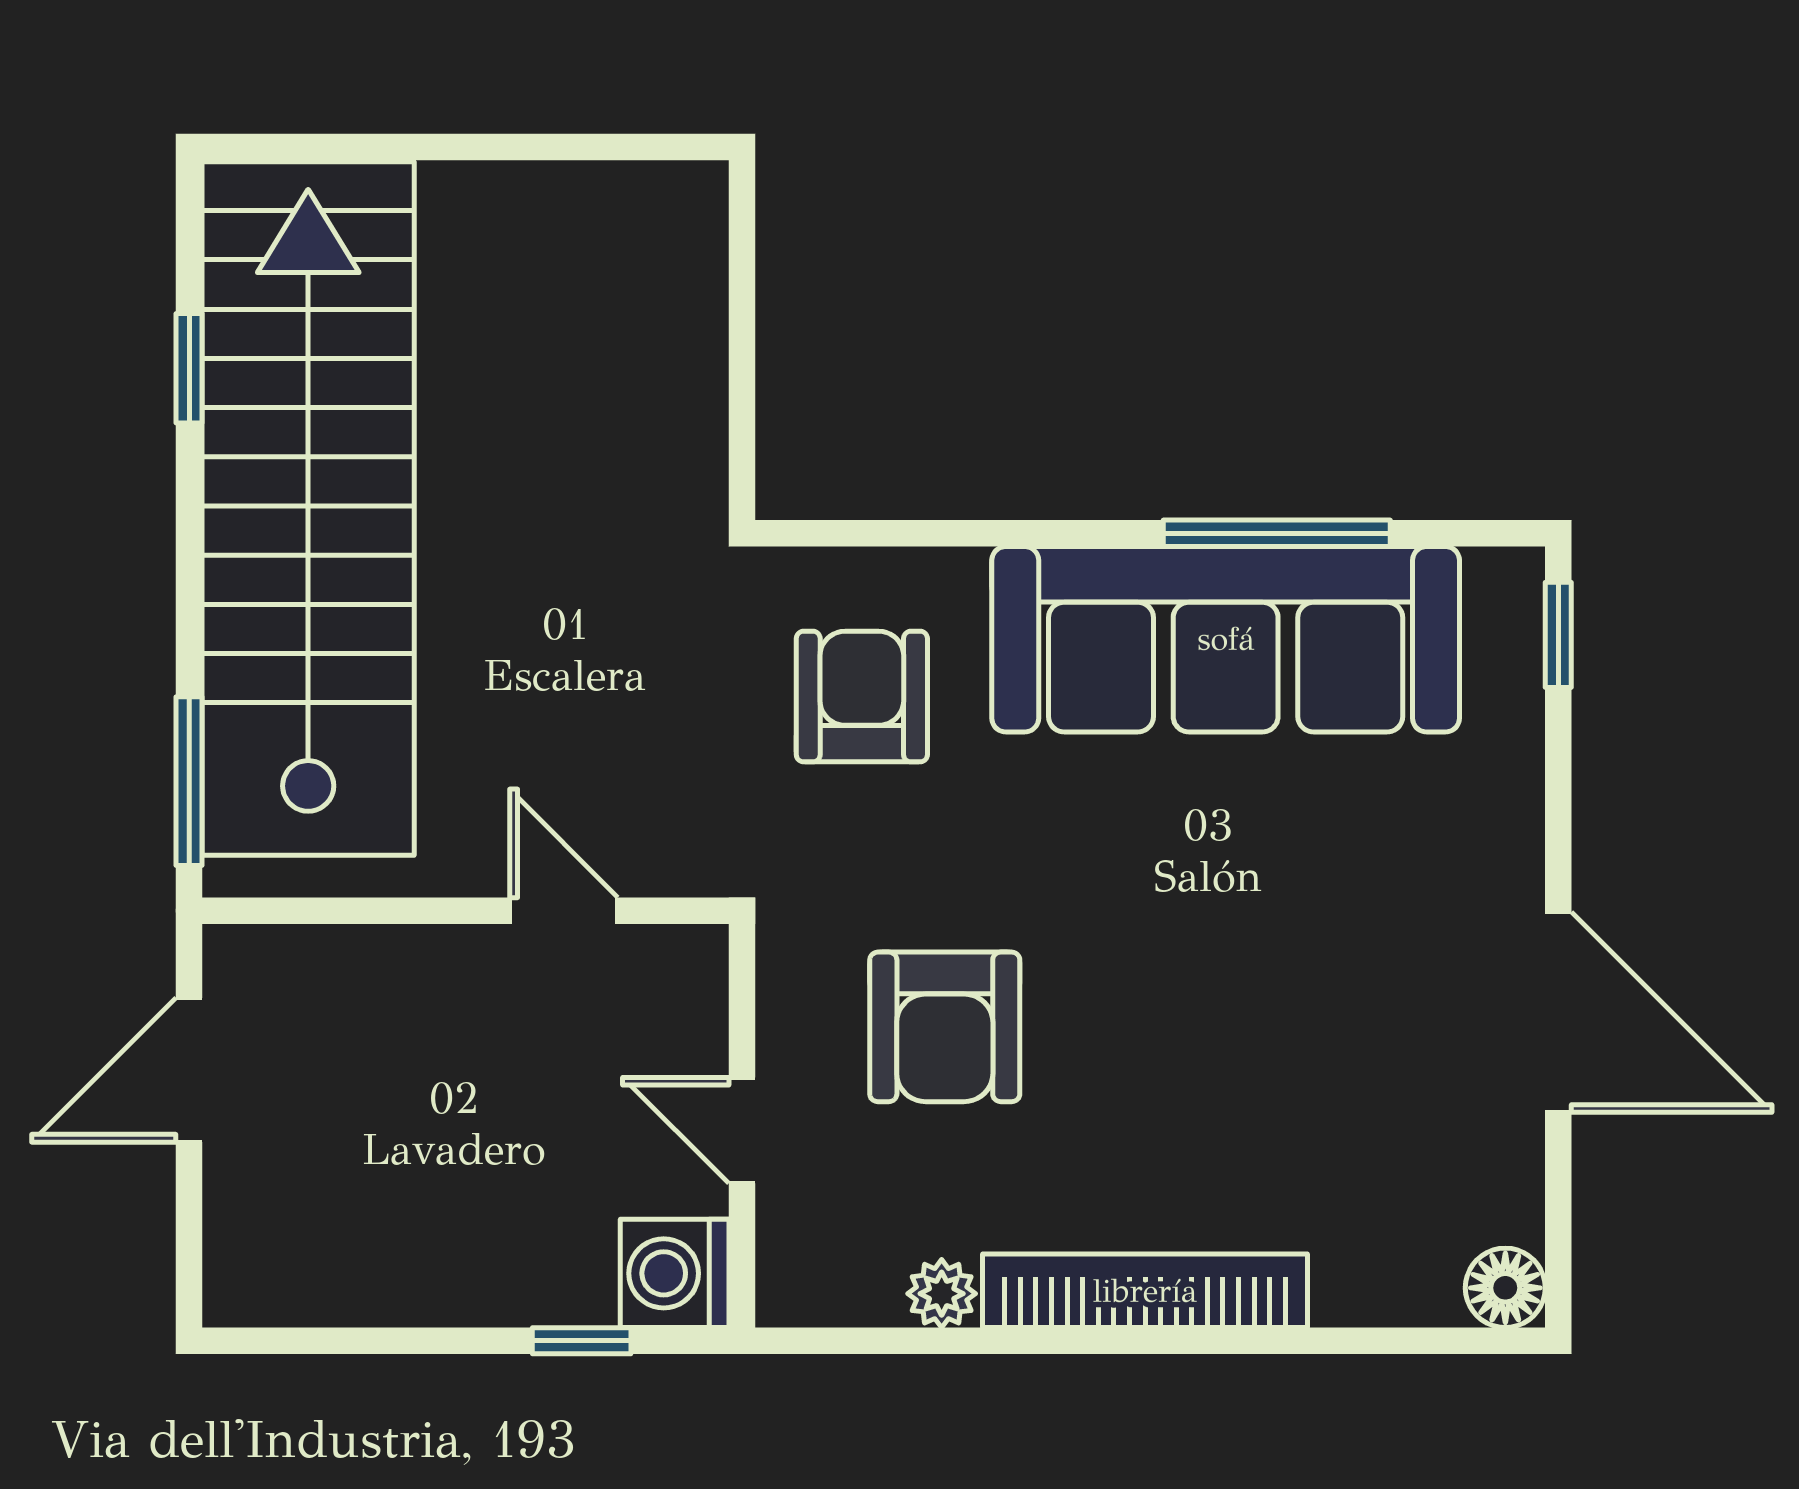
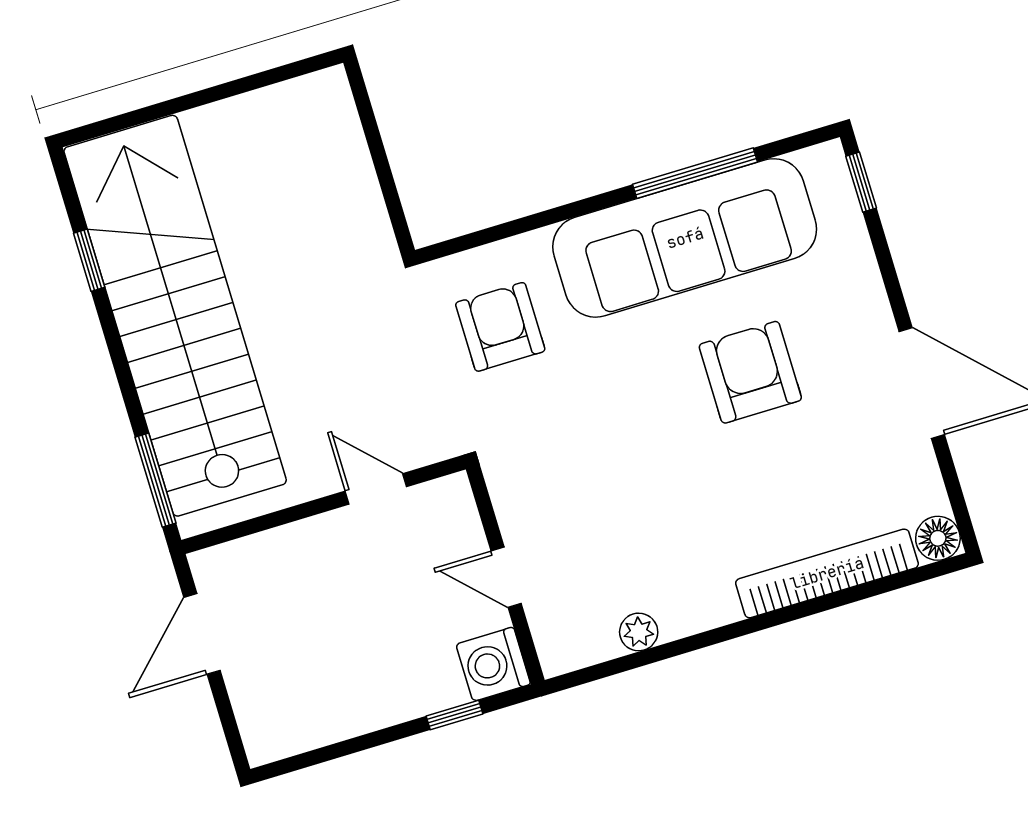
armchair: (945, 1027) -> (750, 372), moved, turned 180
bookcase: (1145, 1291) -> (827, 573), moved

